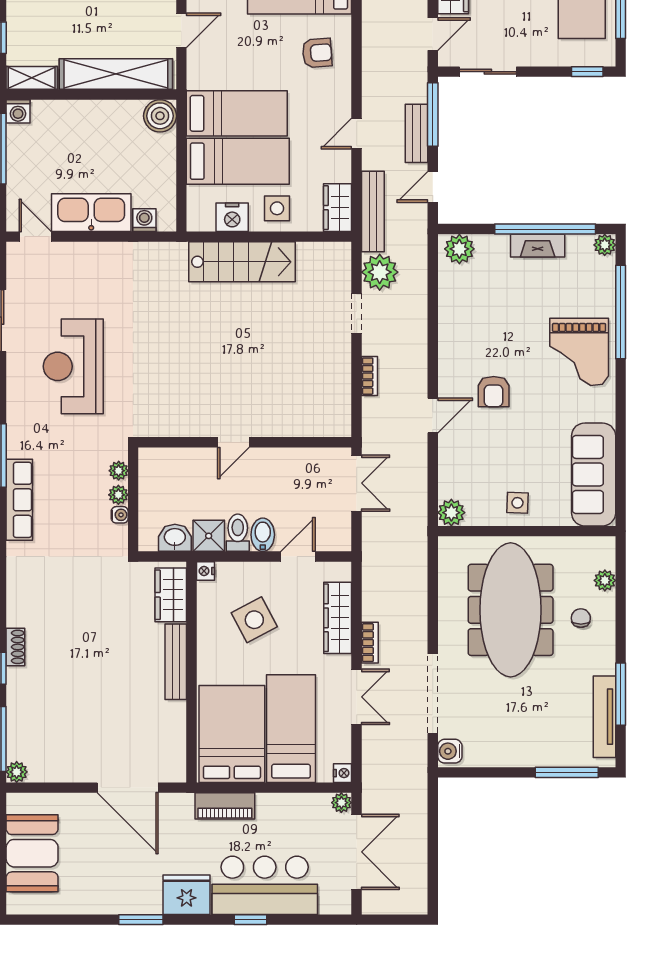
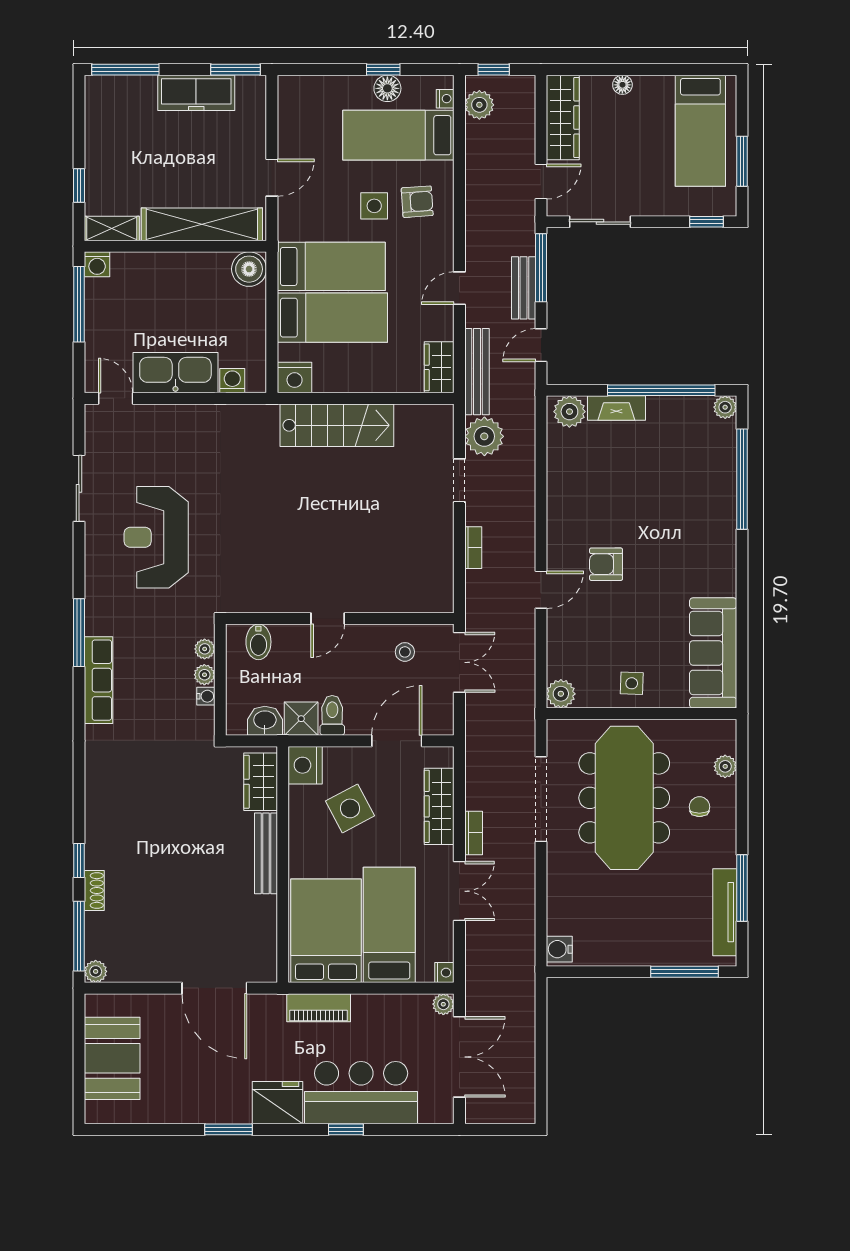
side table: (277, 208) -> (374, 206), moved
nightstand: (232, 217) -> (295, 378), moved
fireplace: (538, 246) -> (616, 408), moved
grand piano: (579, 352) -> (698, 522), removed
armchair: (494, 392) -> (606, 564), turned 90
stool: (306, 474) -> (405, 652), added
bidet: (263, 535) -> (258, 642), moved, turned 180
door: (298, 557) -> (397, 741), width x1.38
nightstand: (205, 571) -> (305, 765), width x1.89, depth x1.79
shoe rack: (15, 647) -> (94, 890), moved
doorway: (433, 694) -> (541, 799), moved

